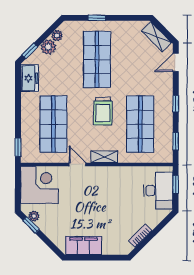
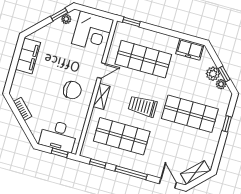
window: (30, 51) -> (224, 74), moved
window: (176, 104) -> (131, 173), width x2.17
chair: (106, 189) -> (72, 90), added

